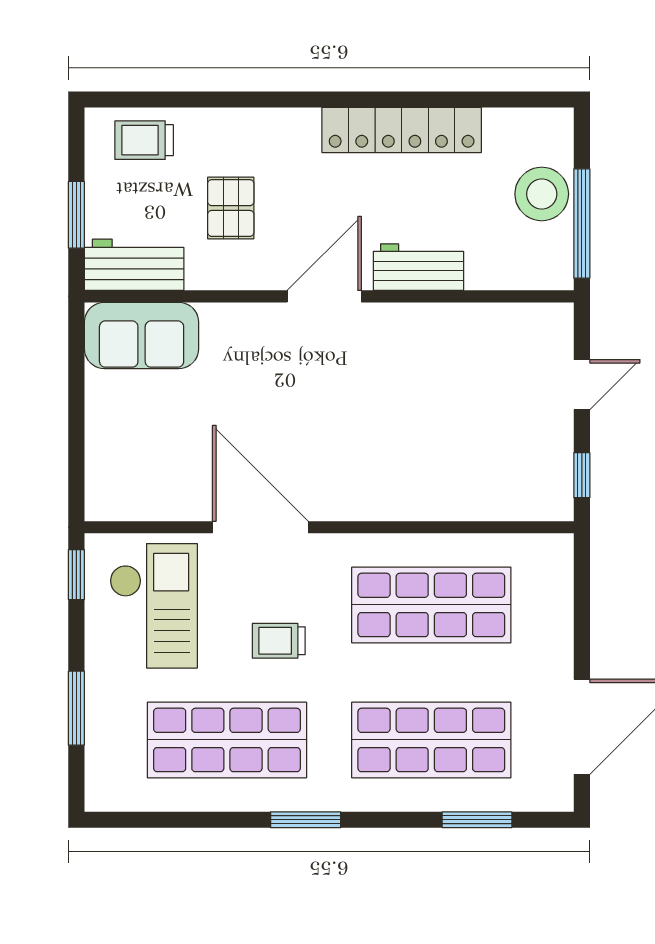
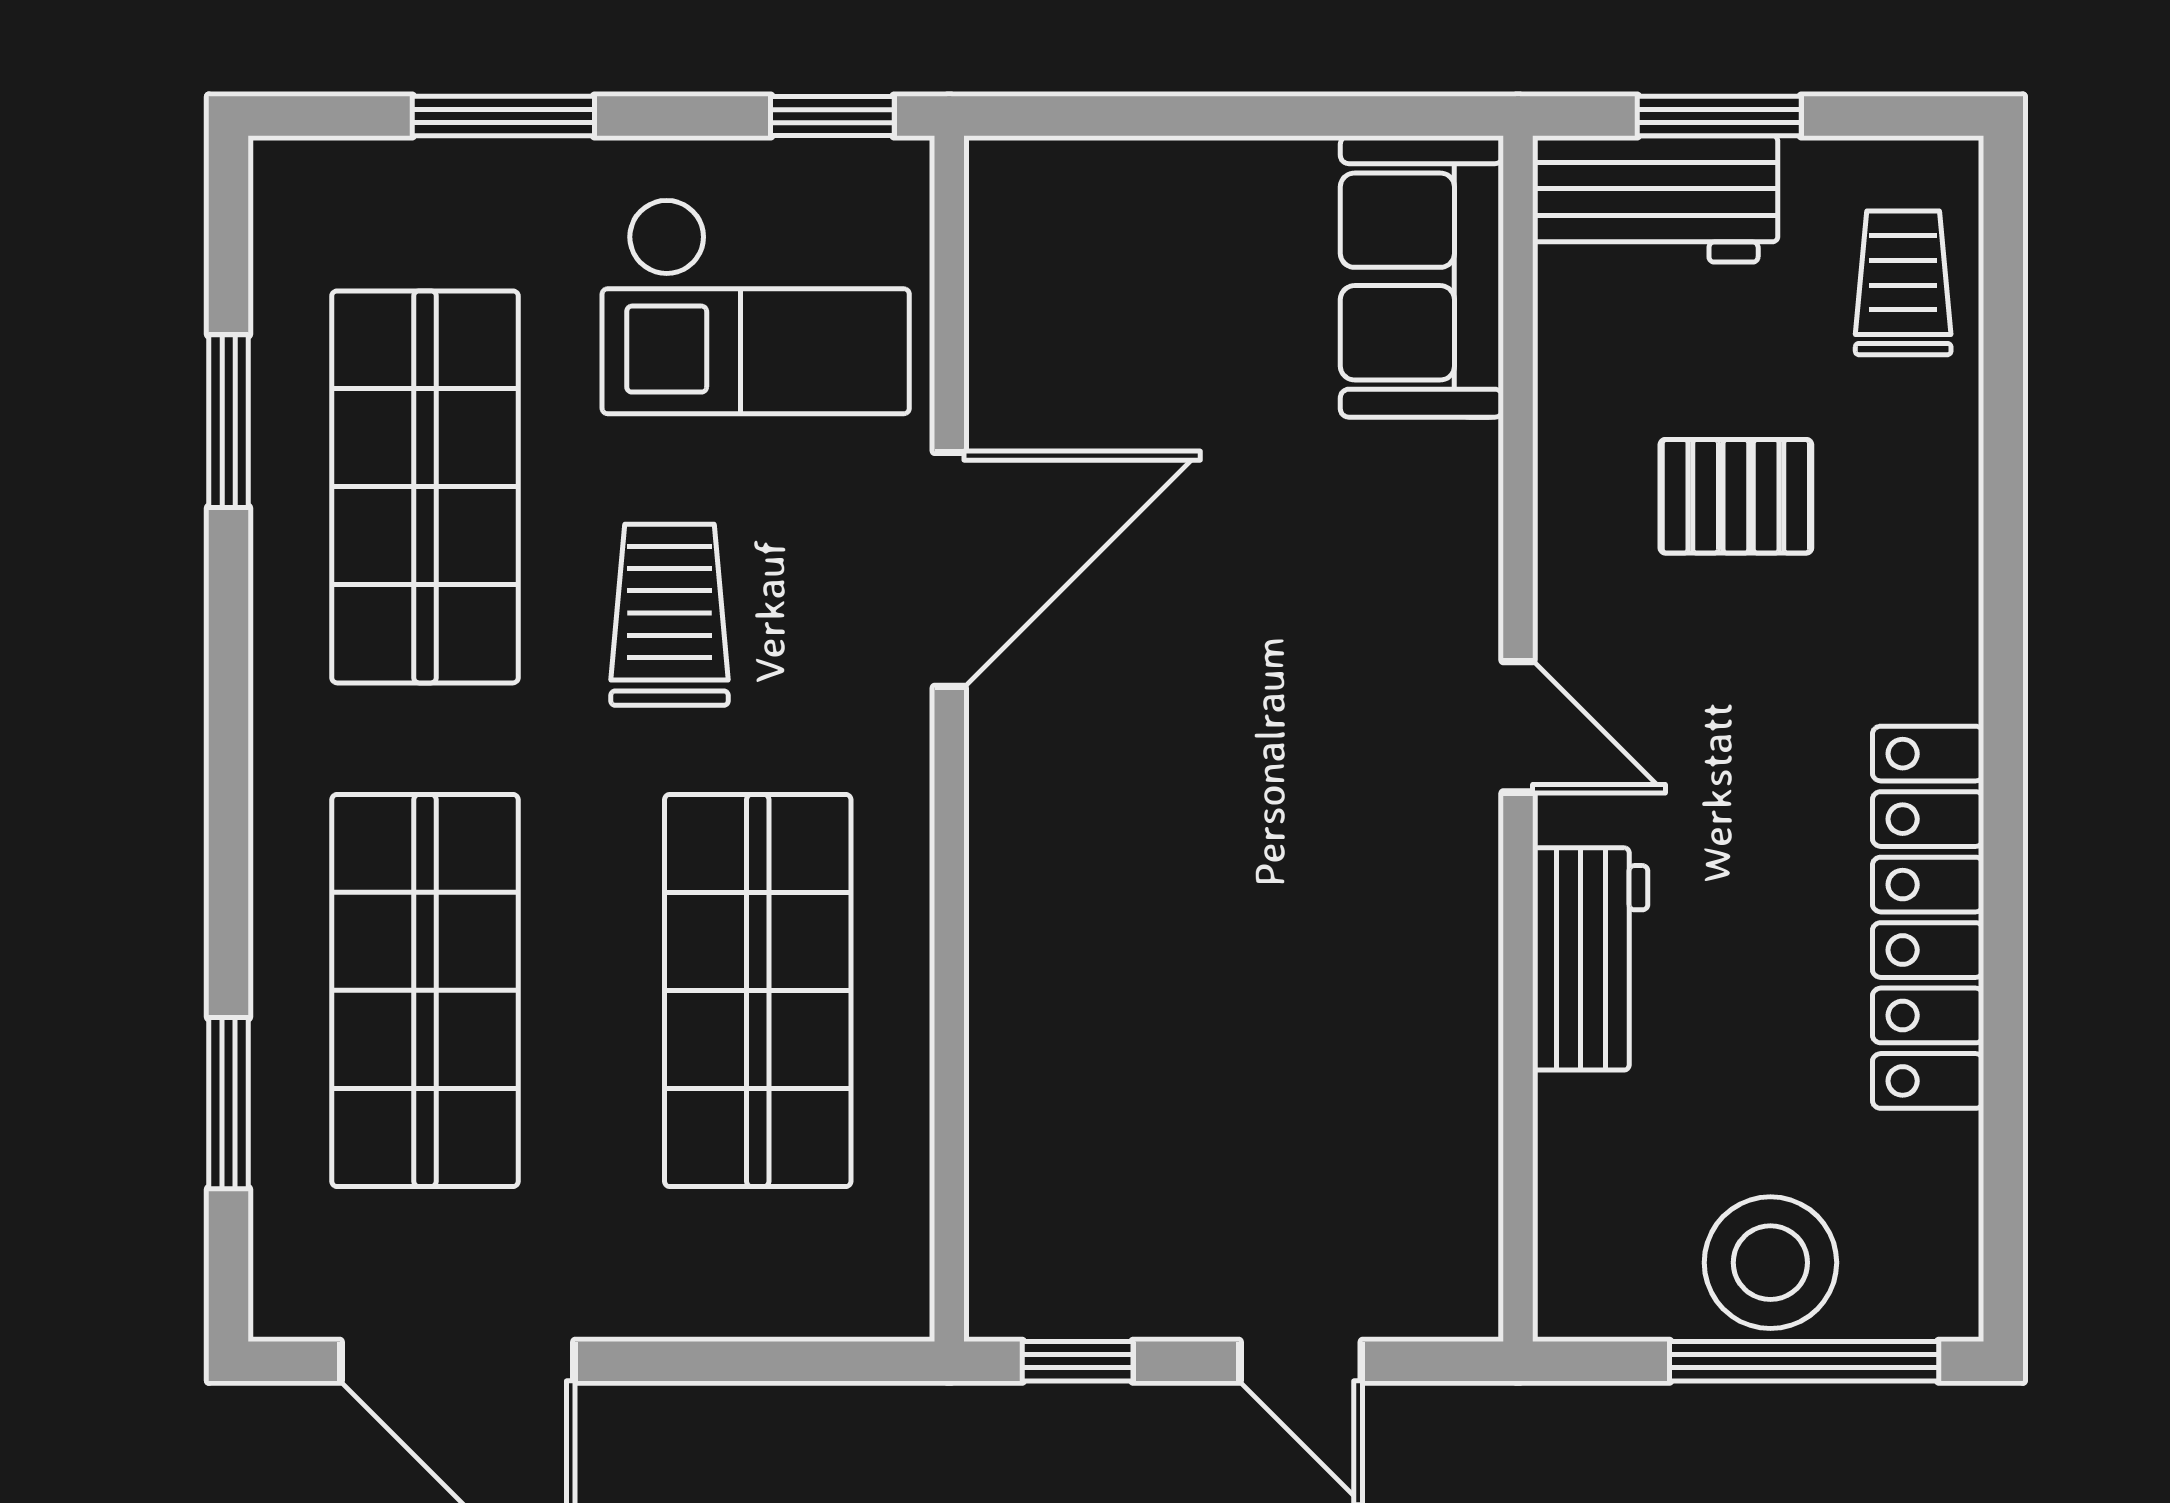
window: (582, 223) -> (1804, 1361), moved
workbench: (134, 265) -> (1655, 199), moved, turned 90
door: (324, 296) -> (1518, 727), width x0.73
trolley: (279, 641) -> (670, 615), width x1.36, depth x1.39
window: (306, 820) -> (229, 421), moved

